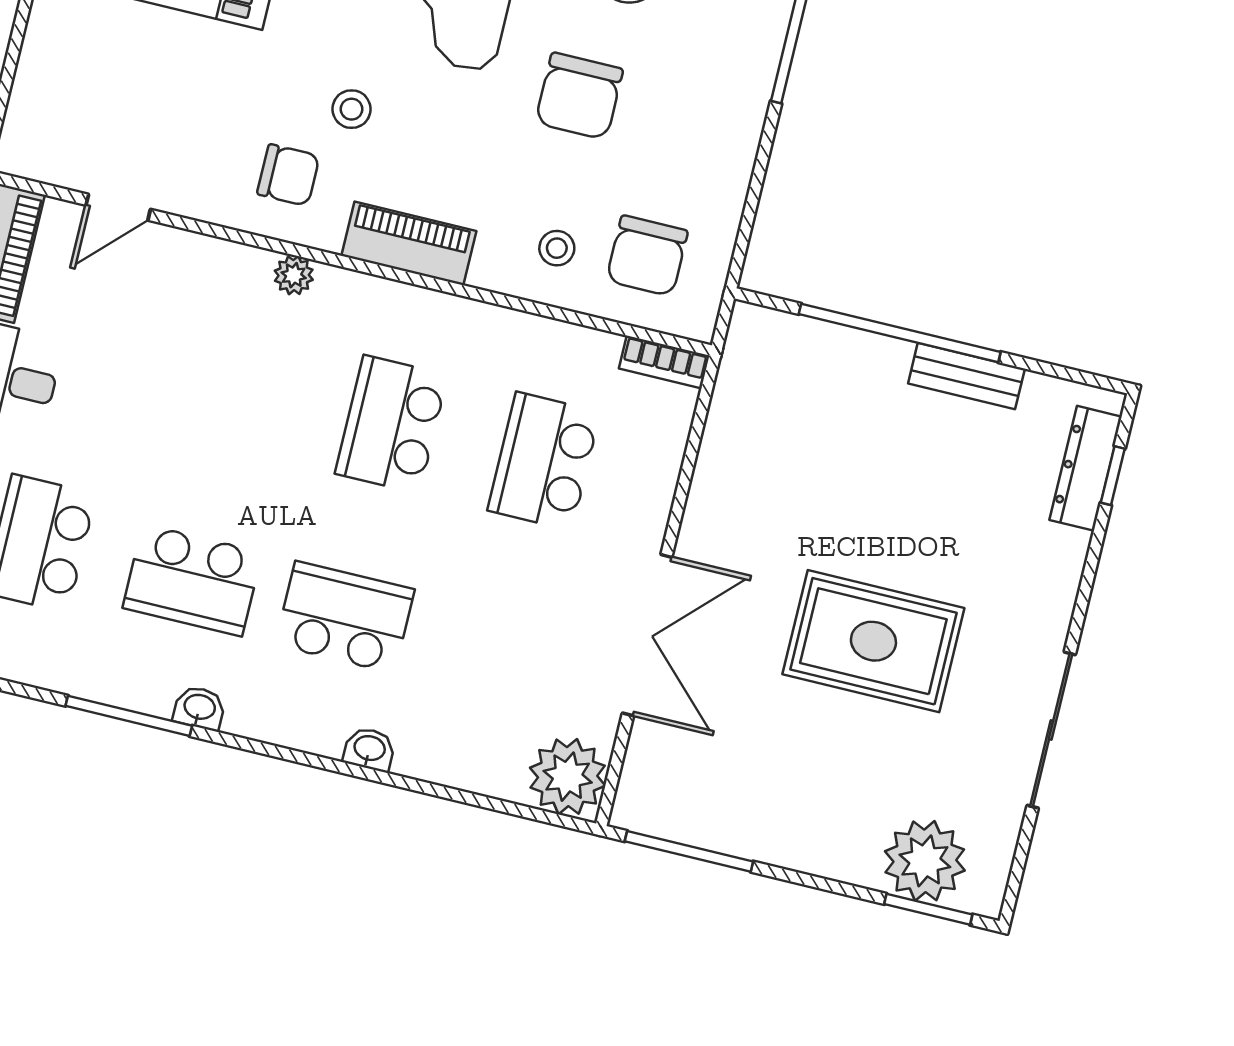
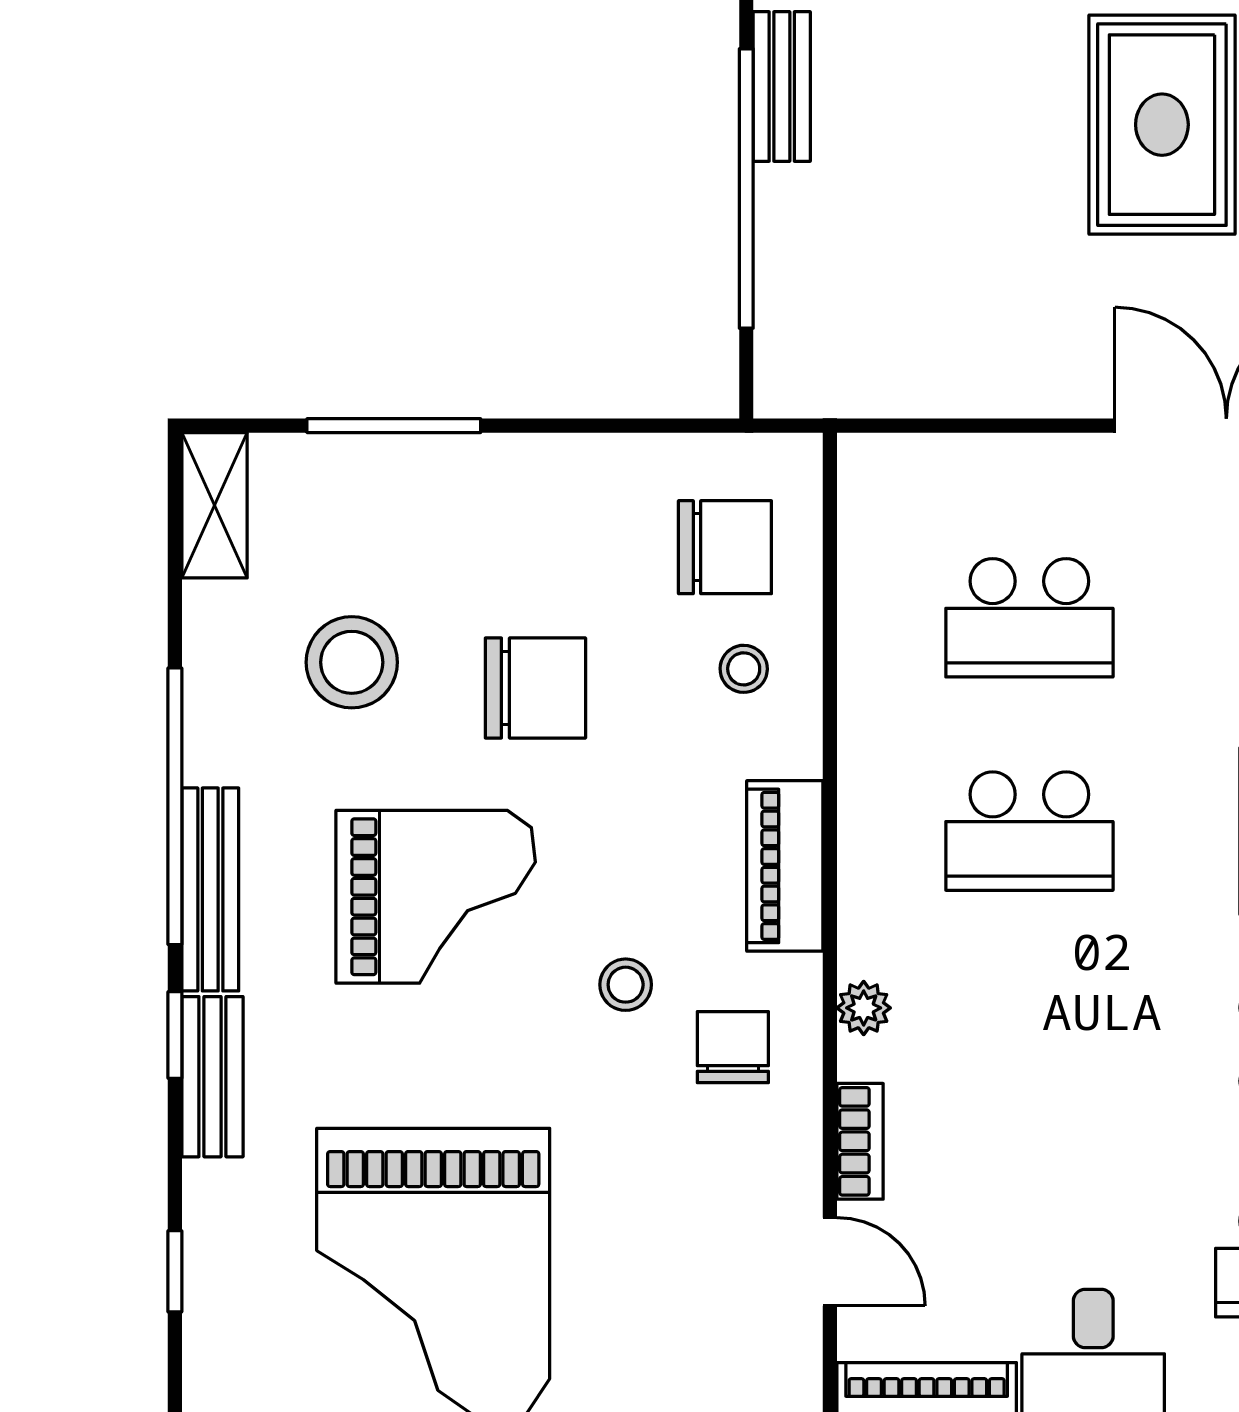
bookcase: (664, 362) -> (860, 1141), moved

